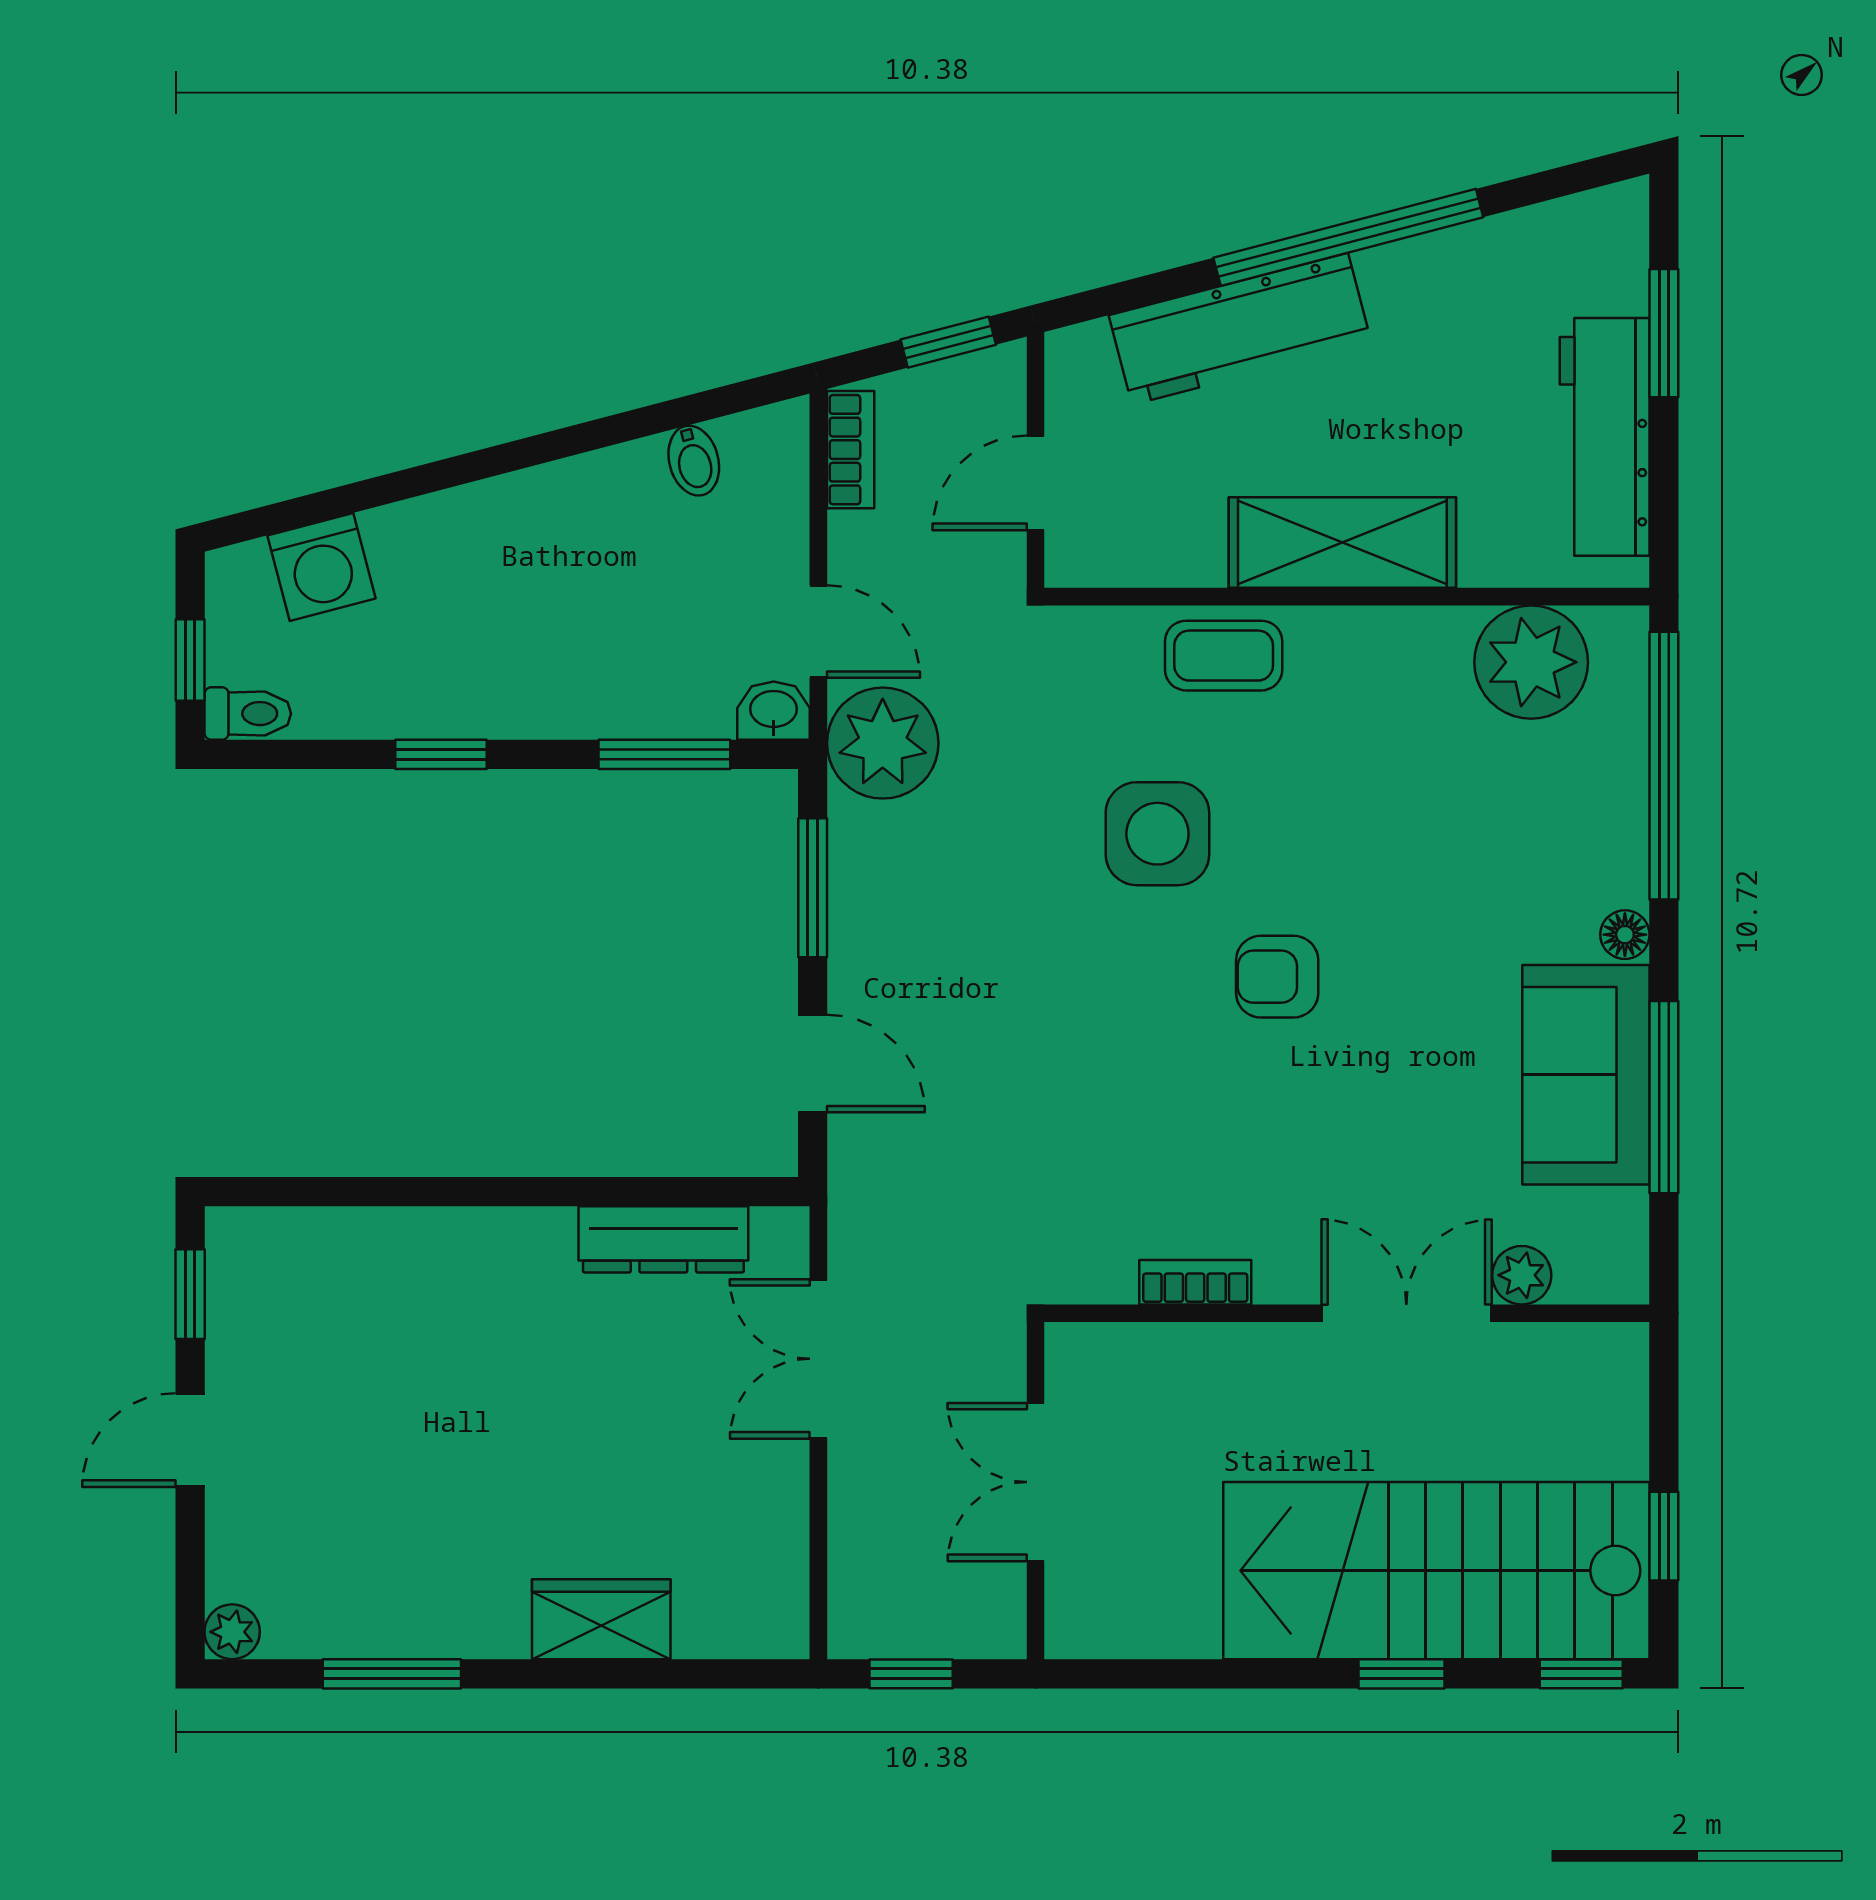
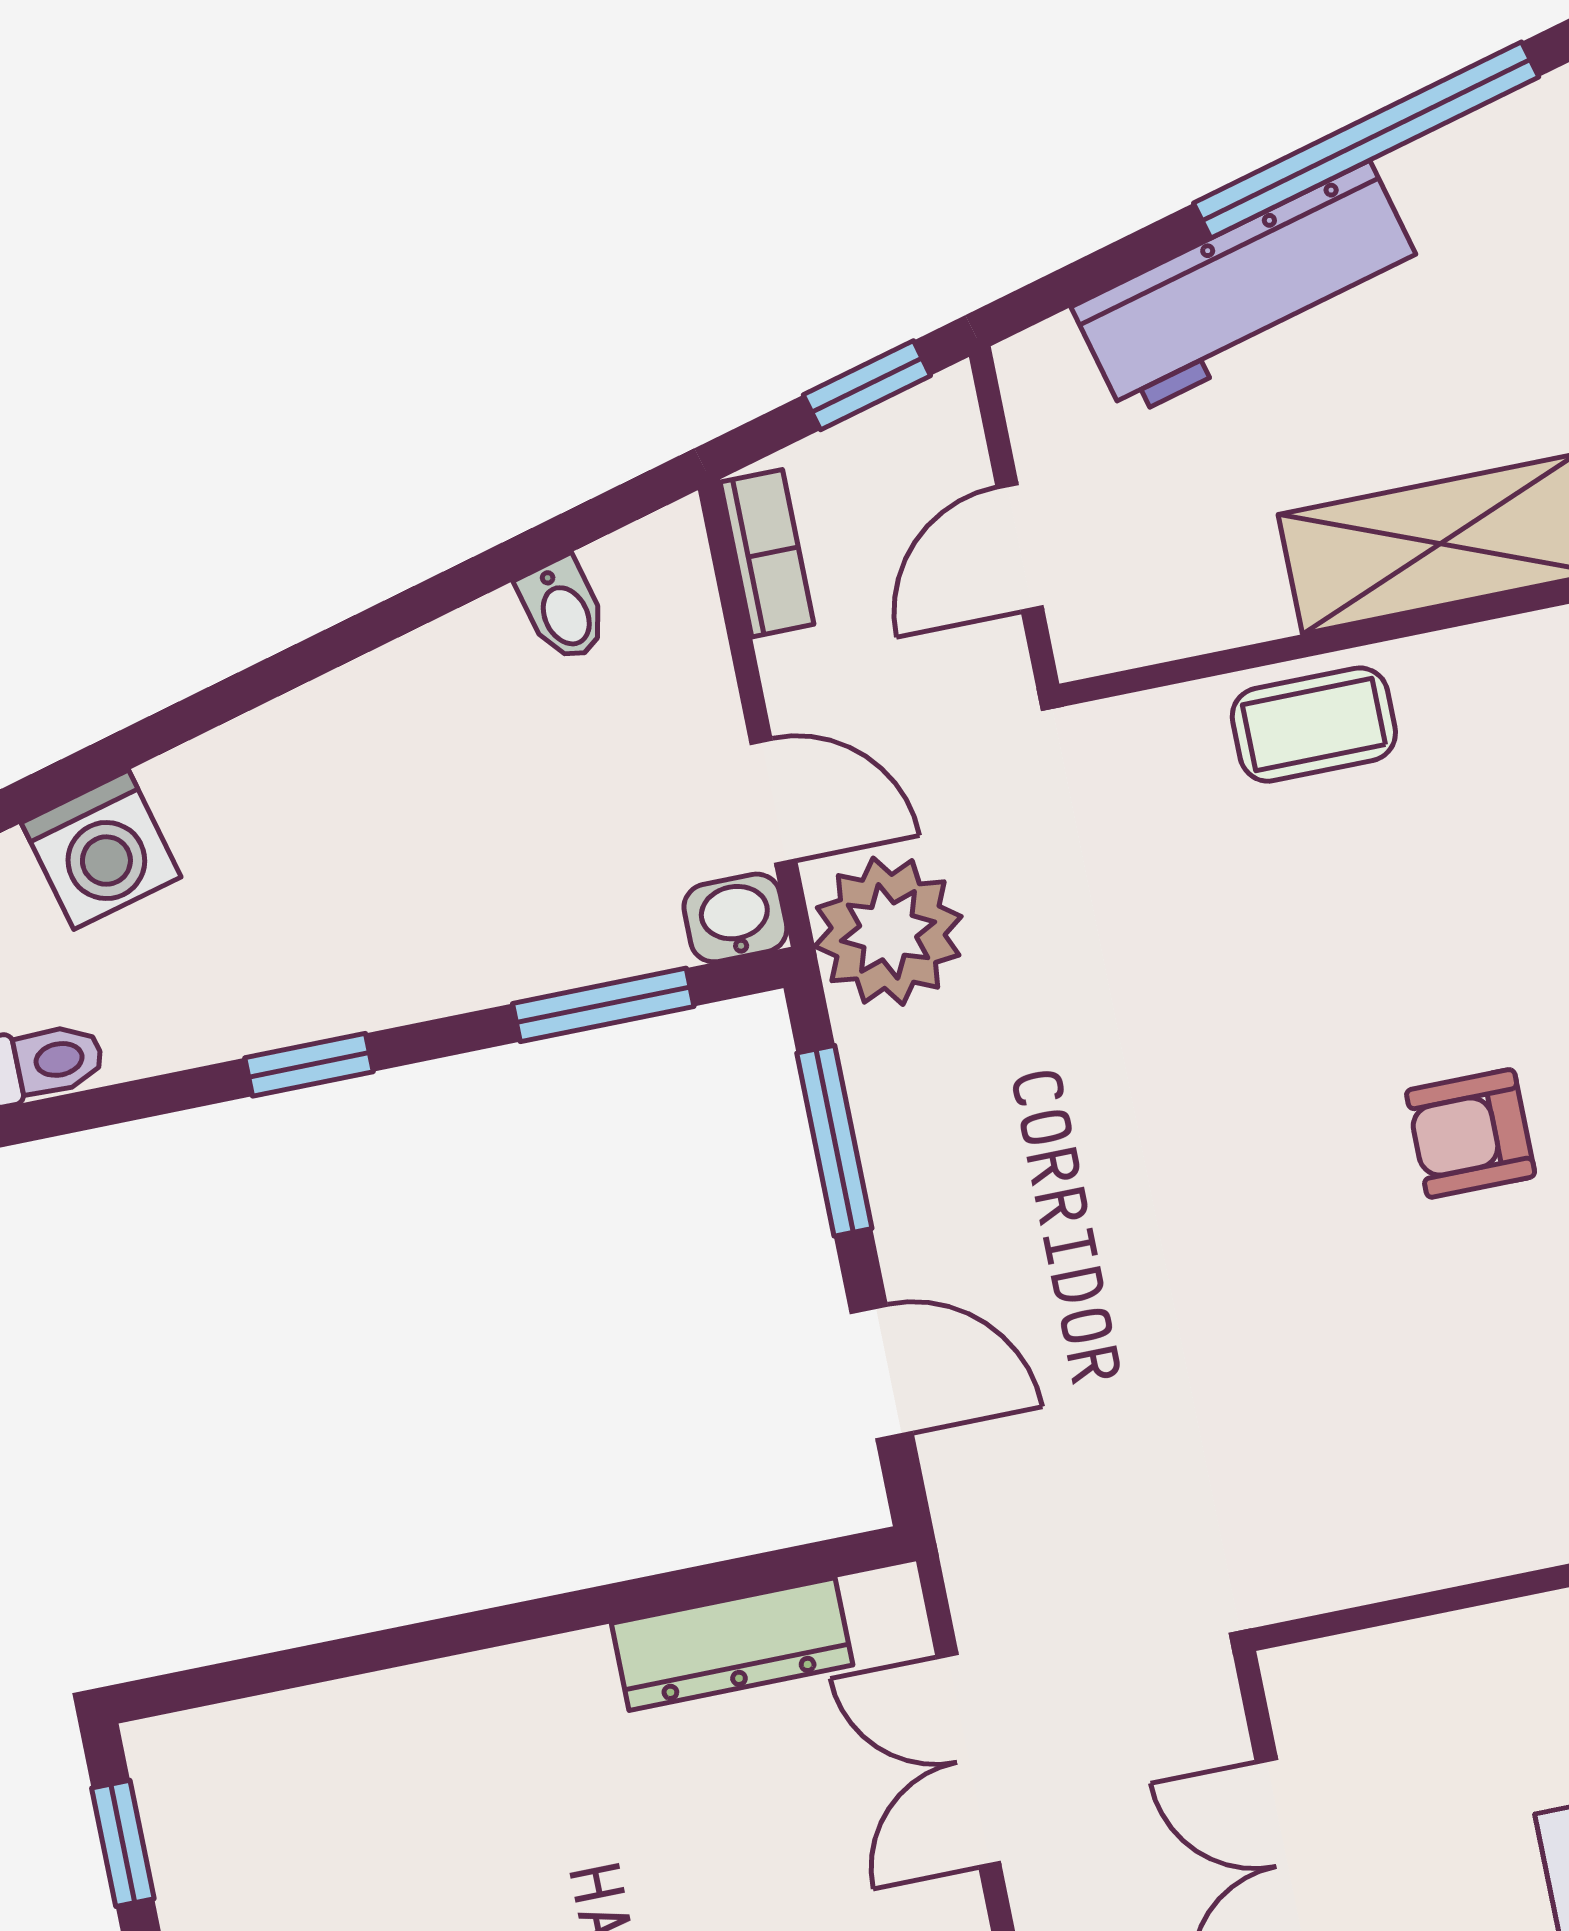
side table: (1157, 834) -> (1274, 977), removed
bookcase: (1195, 1282) -> (1444, 1558), removed

